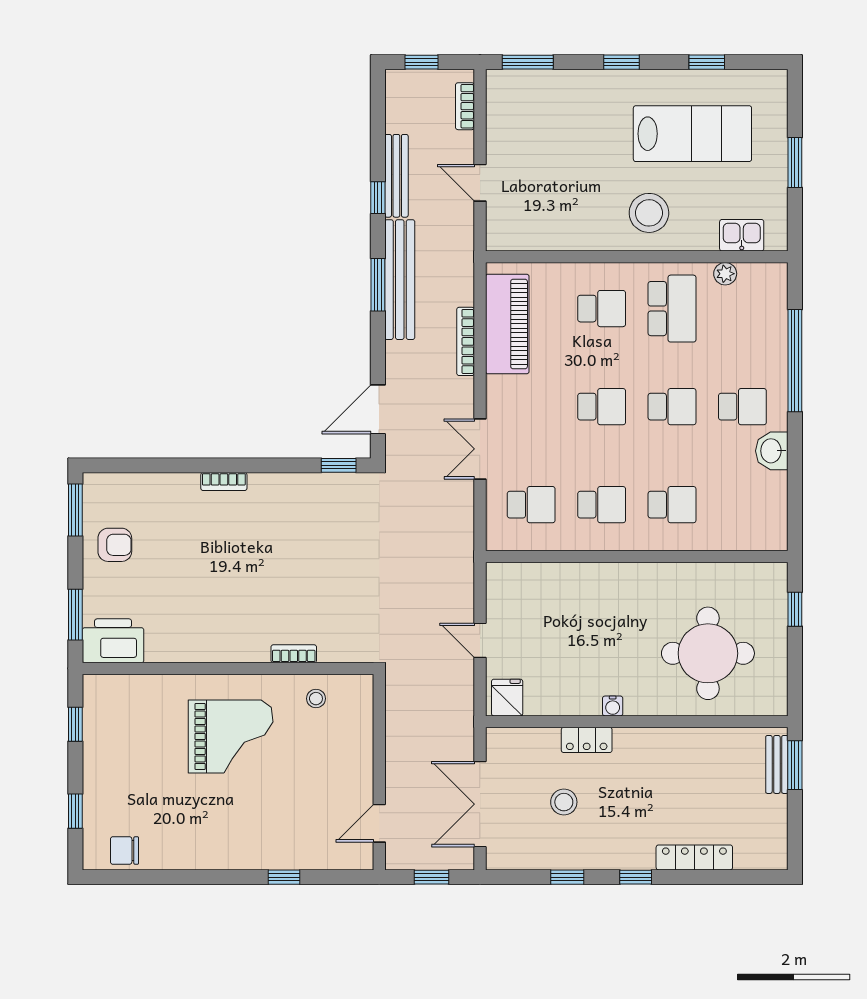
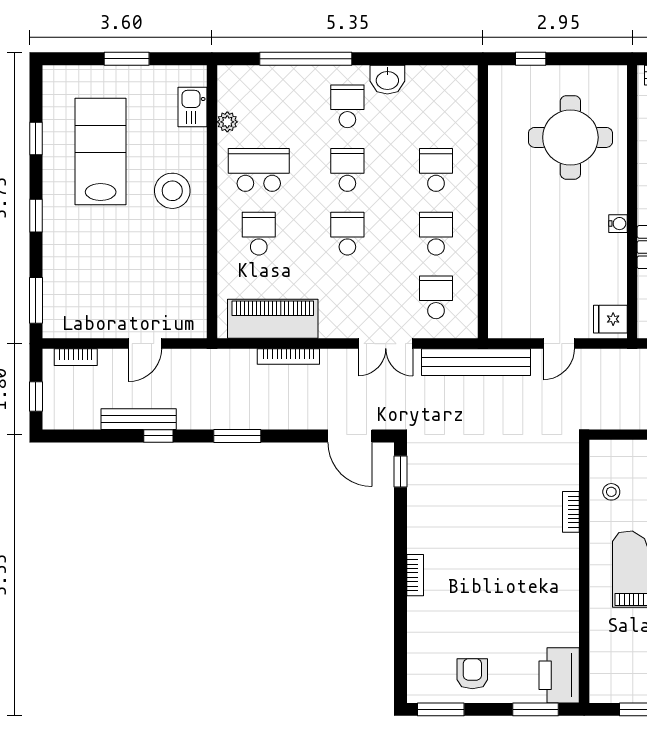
bench: (400, 280) -> (476, 362), moved

